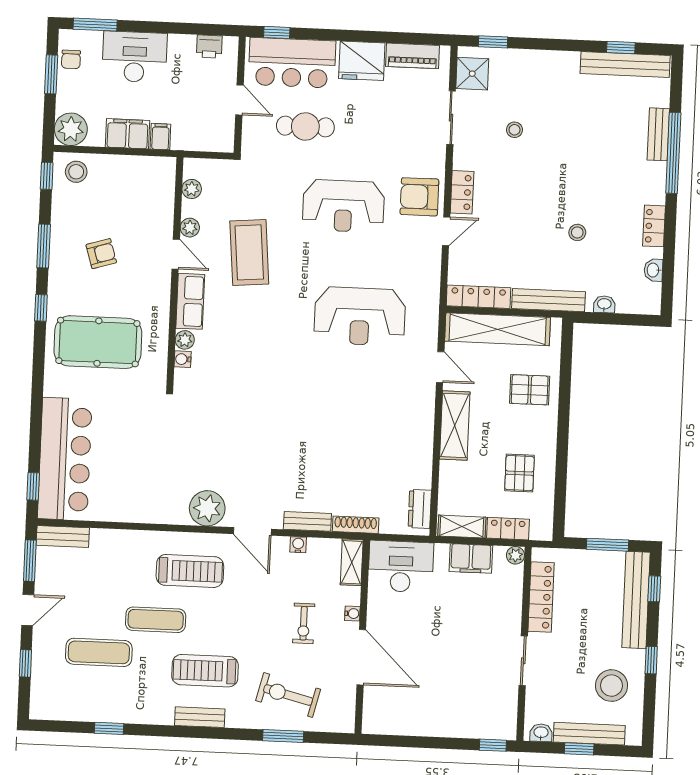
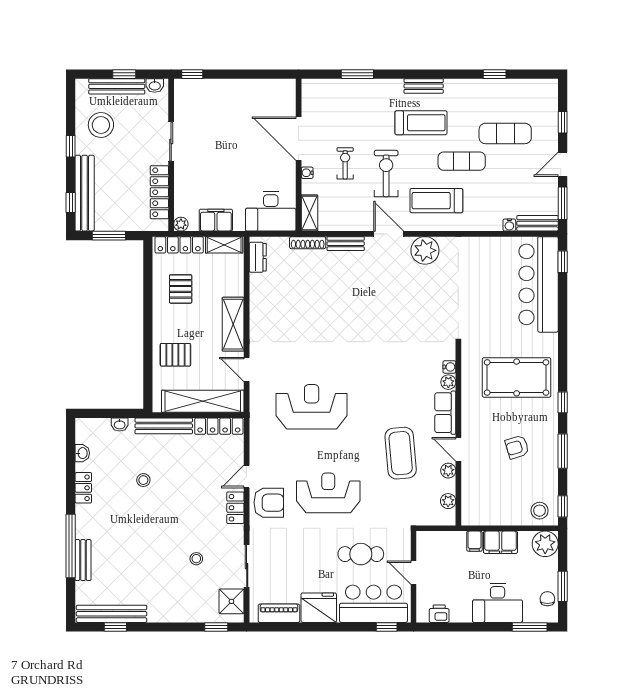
locker: (508, 529) -> (179, 245), width x1.53
water cooler: (298, 545) -> (509, 225), moved
exercise bike: (288, 695) -> (386, 173), moved, turned -104

